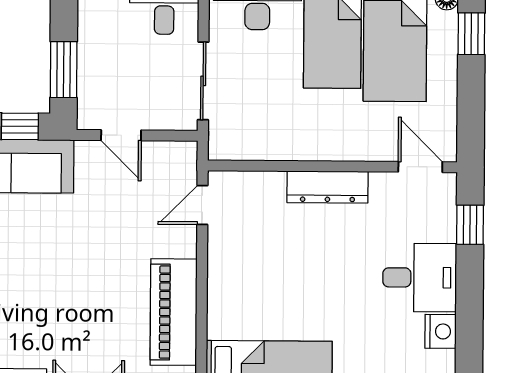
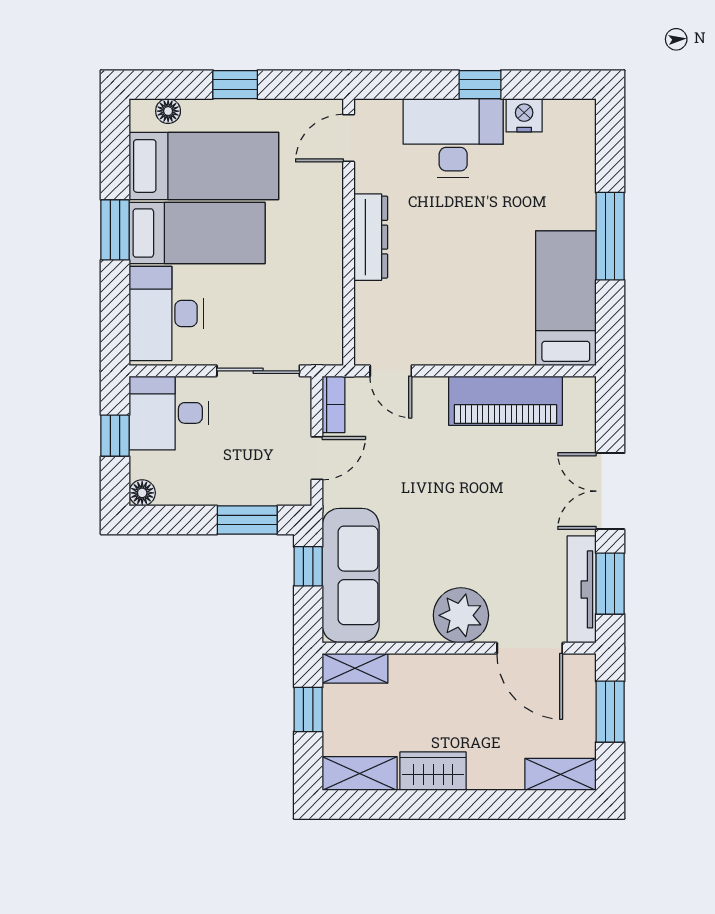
window: (471, 34) -> (235, 85), moved
bookcase: (171, 151) -> (334, 404), added
window: (470, 225) -> (480, 85), moved
desk: (420, 278) -> (453, 138), width x1.37

